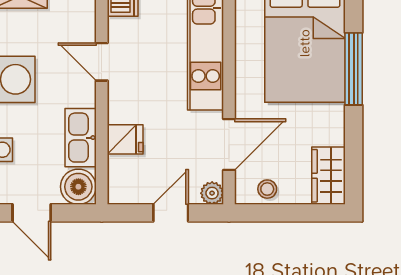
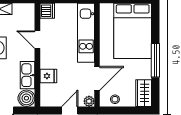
window: (354, 69) -> (155, 60), moved

